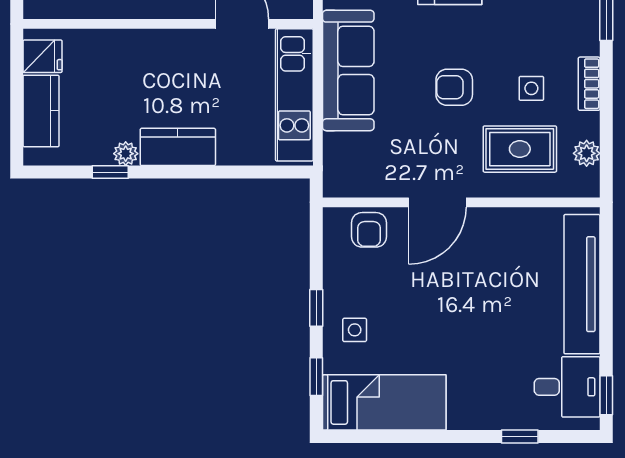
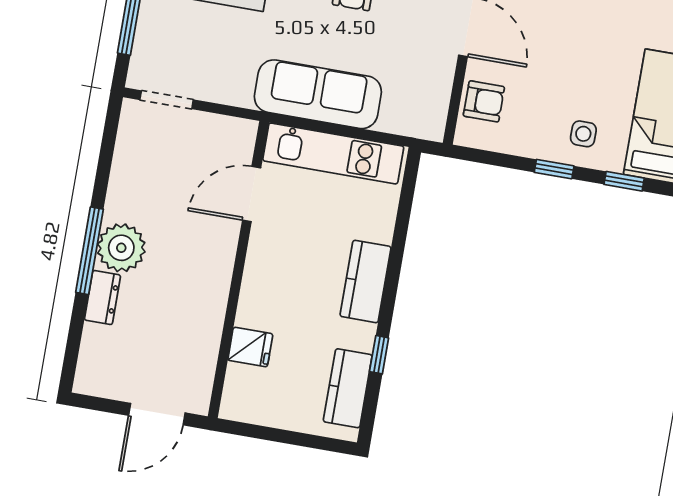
fridge: (43, 56) -> (250, 347), moved, turned 90
kitchen counter: (41, 111) -> (348, 388), moved, turned -90
plant: (126, 154) -> (363, 336), removed

